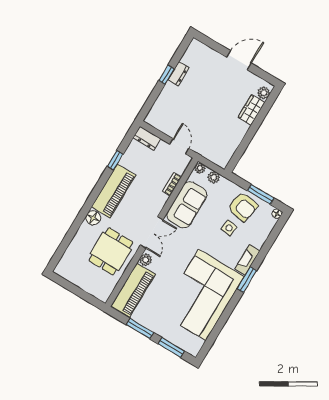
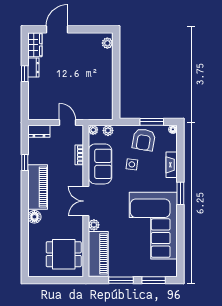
door: (239, 60) -> (57, 29), moved
wardrobe: (251, 110) -> (35, 45), moved, turned 180
armchair: (243, 207) -> (144, 140), turned 90
side table: (229, 228) -> (132, 164), moved
double door: (152, 232) -> (86, 201), swing flipped
dining table: (111, 251) -> (64, 254), moved, turned 90
fireplace: (247, 260) -> (172, 165), moved

